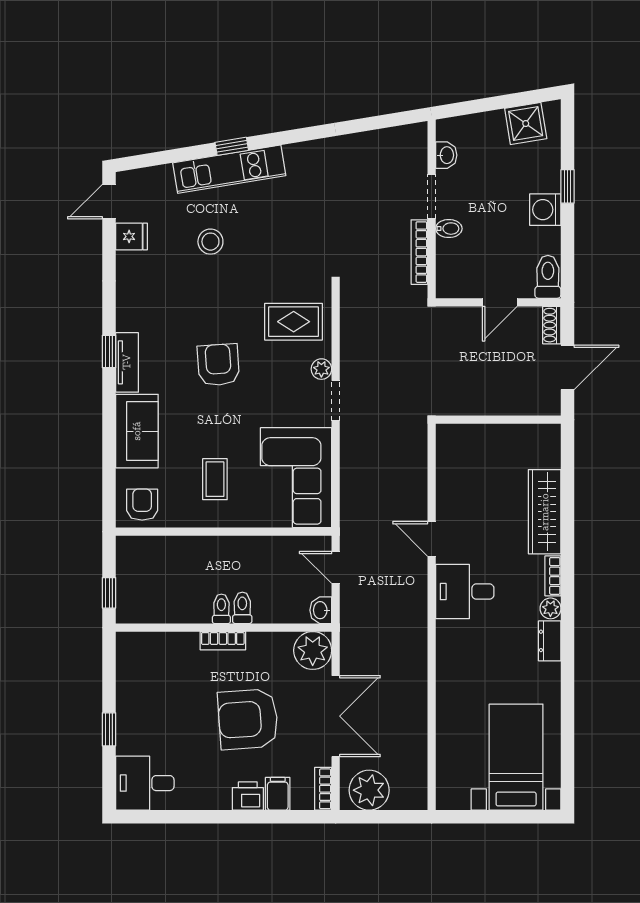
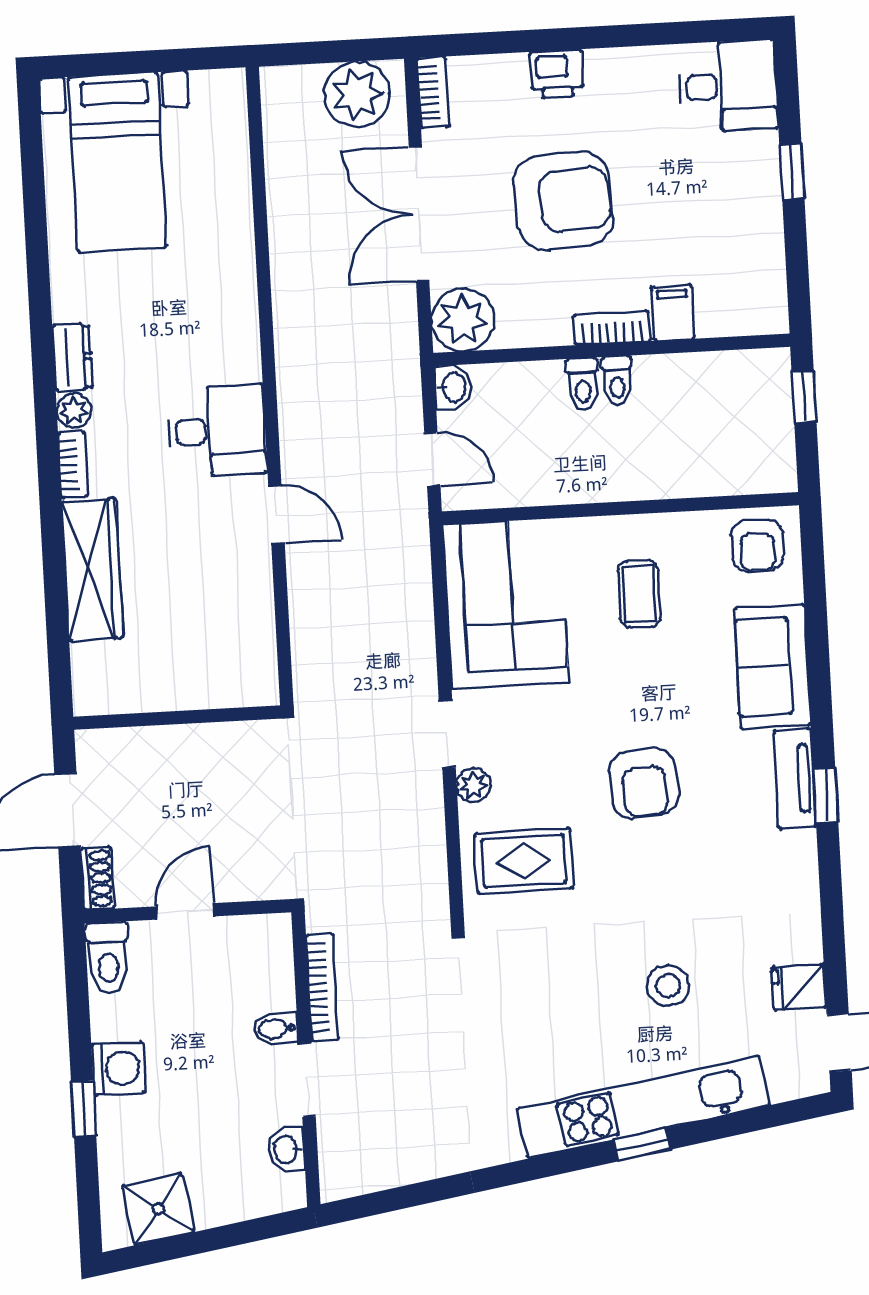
kitchen unit: (229, 169) -> (643, 1107), width x1.36
filing cabinet: (278, 794) -> (673, 313), moved, turned 180

